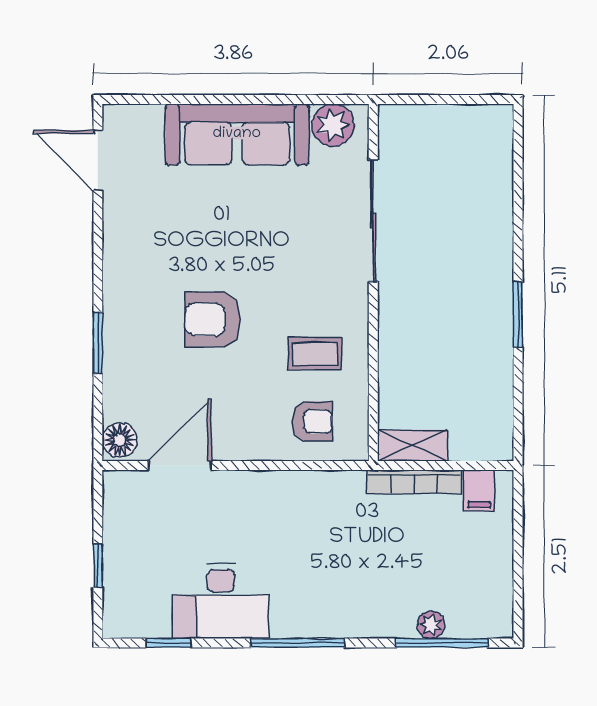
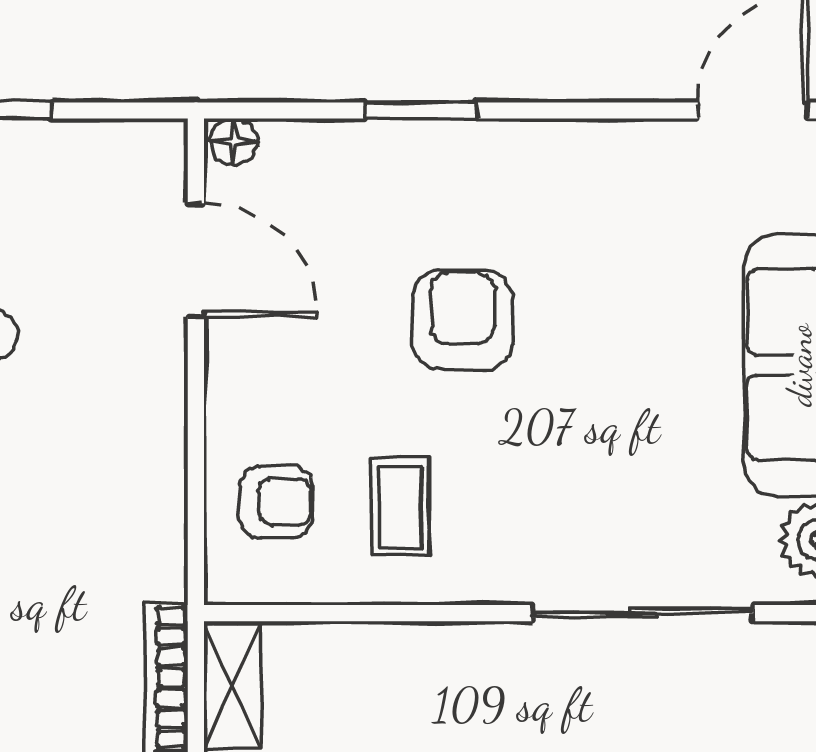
armchair: (312, 421) -> (276, 502), turned -90
floor lamp: (120, 440) -> (234, 142), width x0.73, depth x0.73

